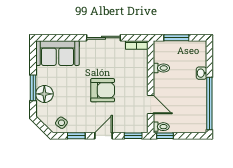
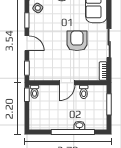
armchair: (103, 90) -> (77, 41), moved, turned 180
window: (209, 104) -> (73, 132), moved
door: (151, 105) -> (67, 83), moved

